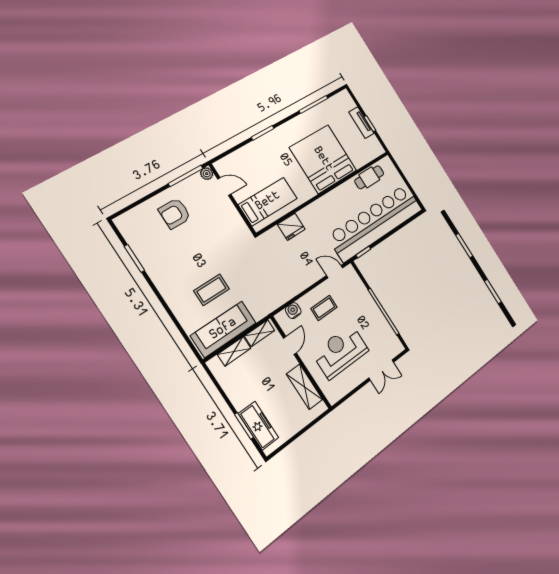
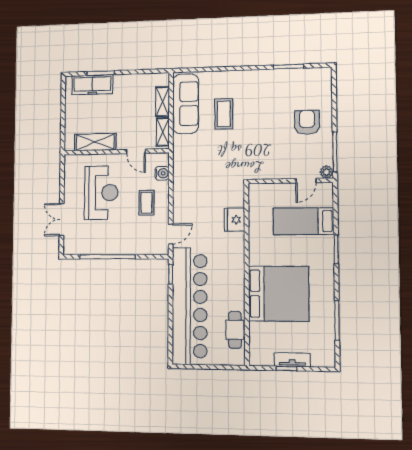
bed: (268, 201) -> (303, 221), moved, turned 90

